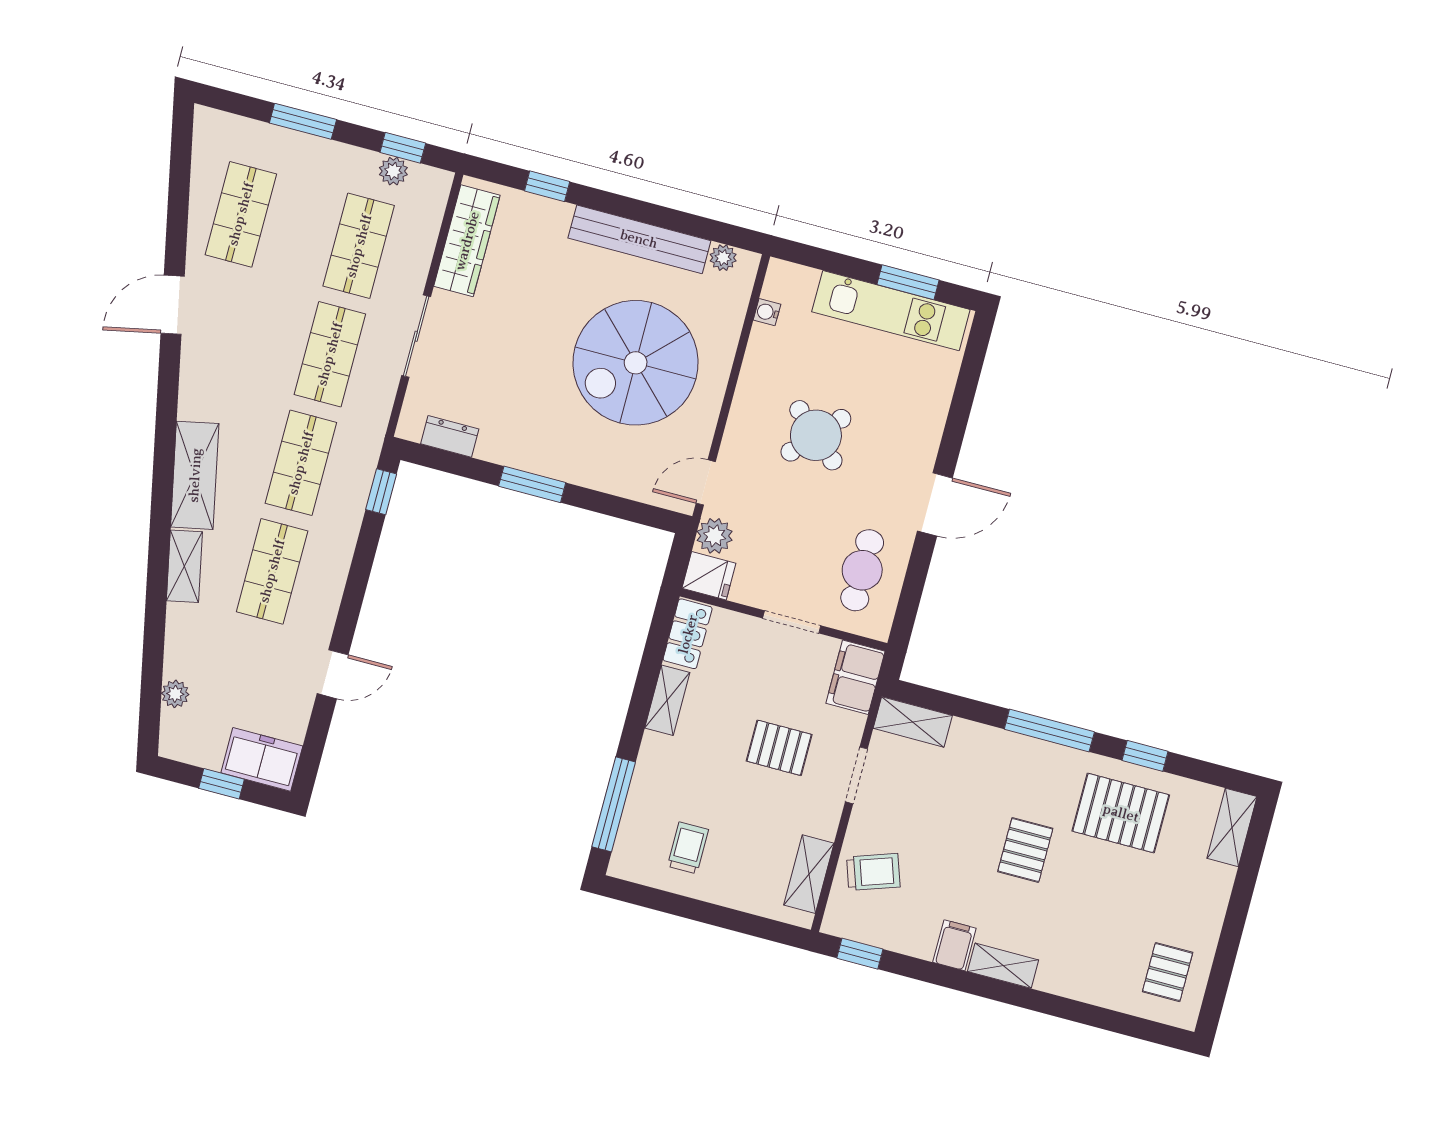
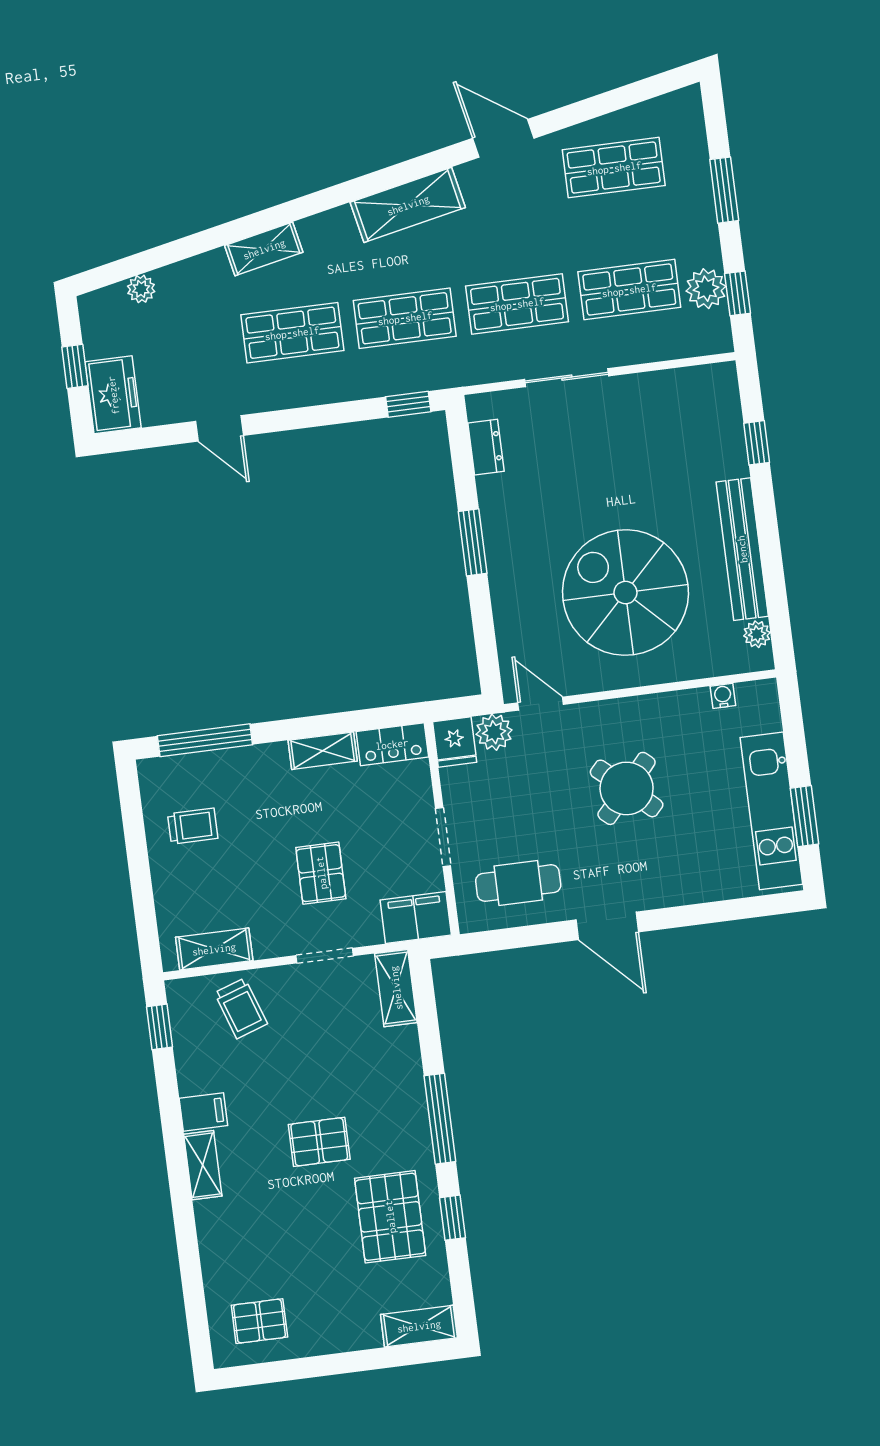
plant: (393, 171) -> (706, 289), width x1.38, depth x1.38
wardrobe: (467, 241) -> (675, 389), removed
shelving: (195, 475) -> (408, 205), moved

